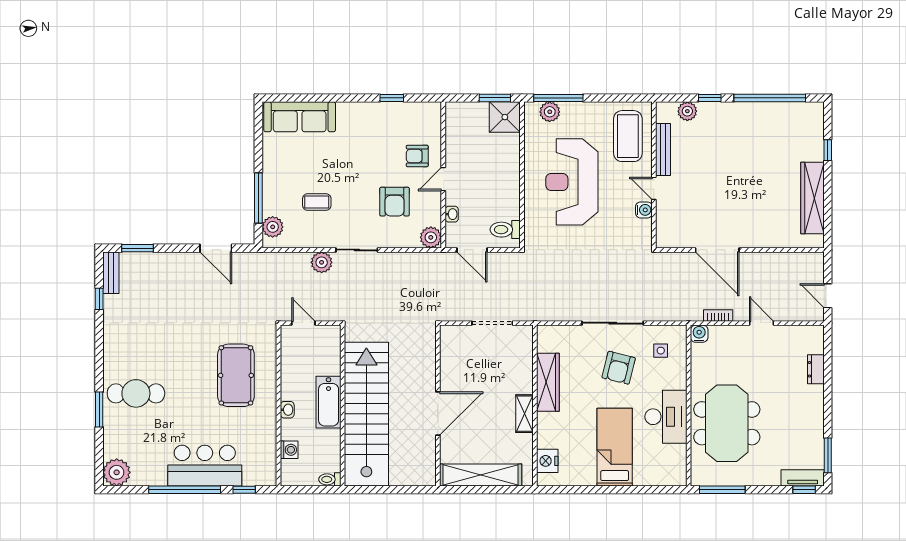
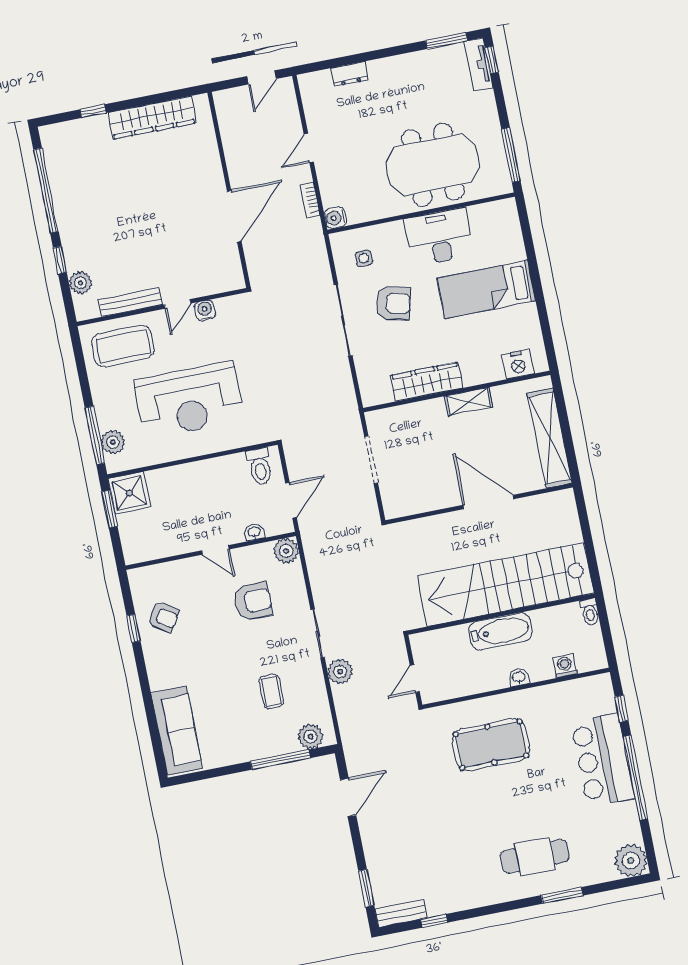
armchair: (417, 156) -> (163, 617), moved, turned -56
cafe table: (136, 393) -> (535, 856), turned 90

